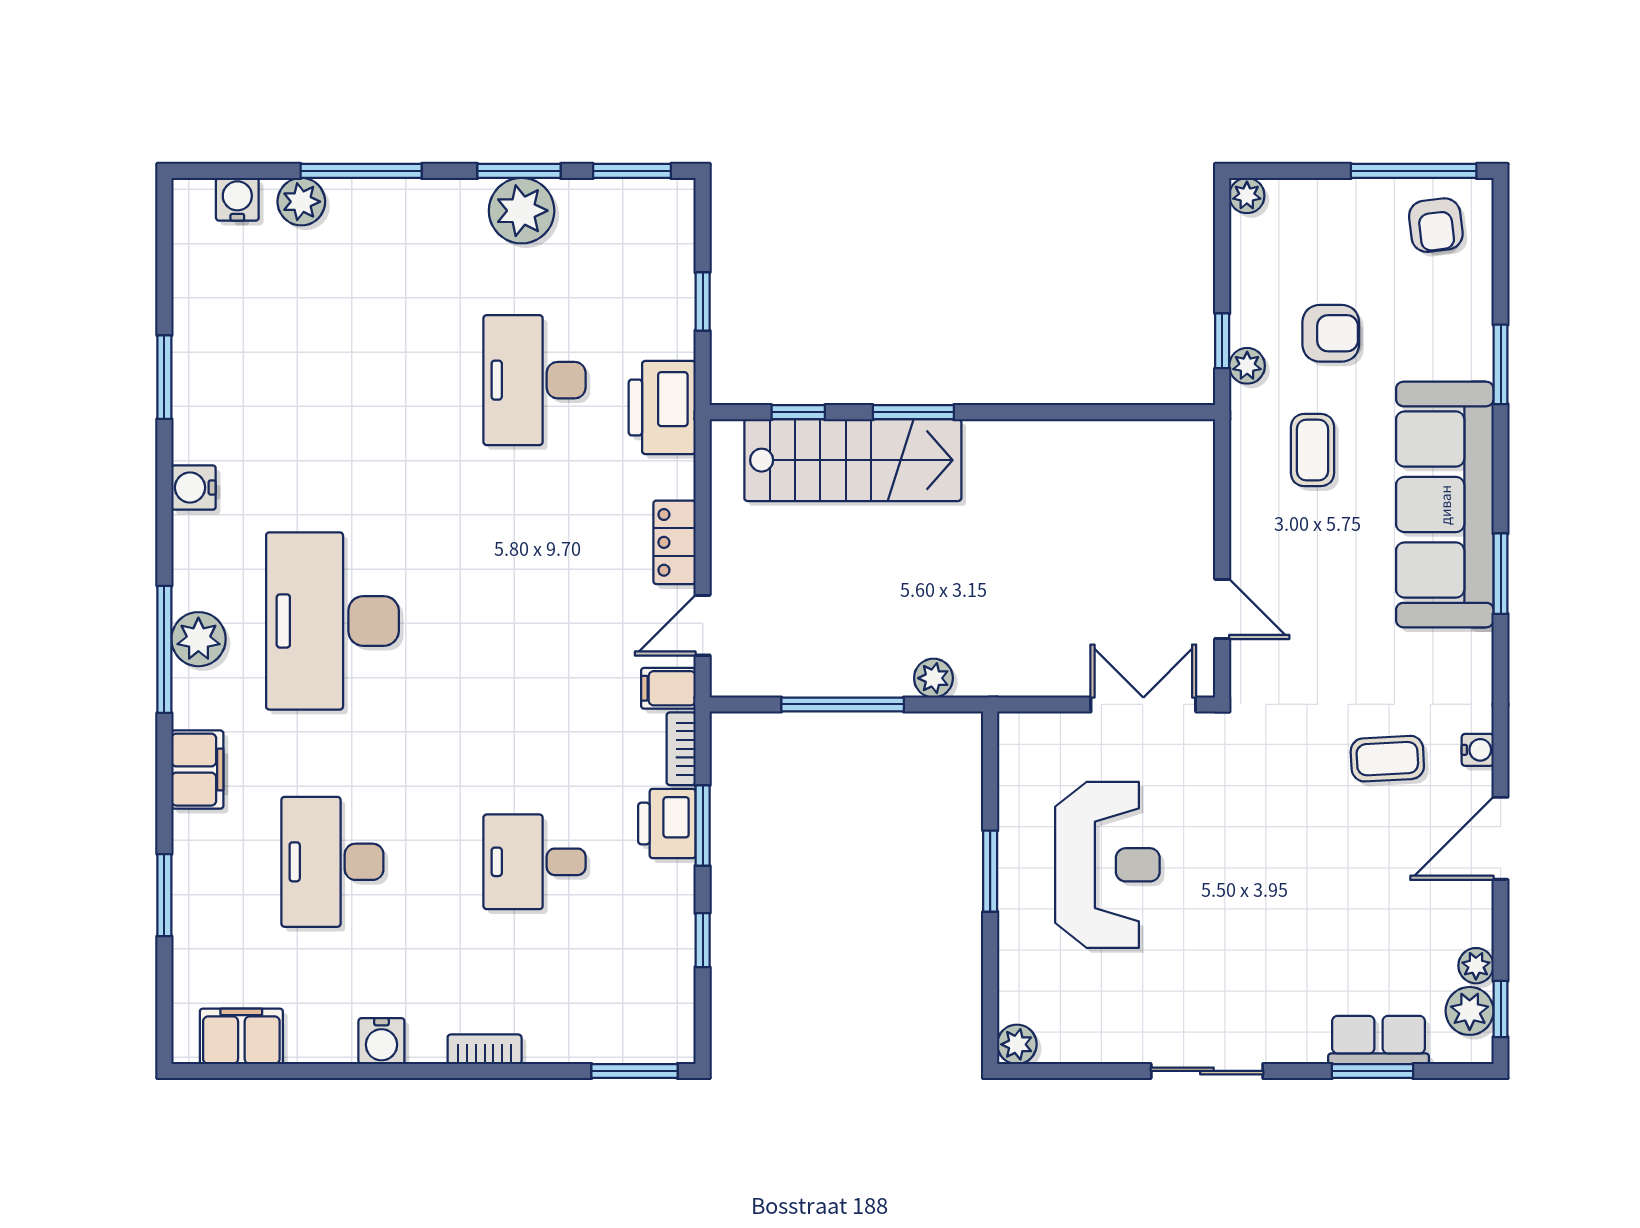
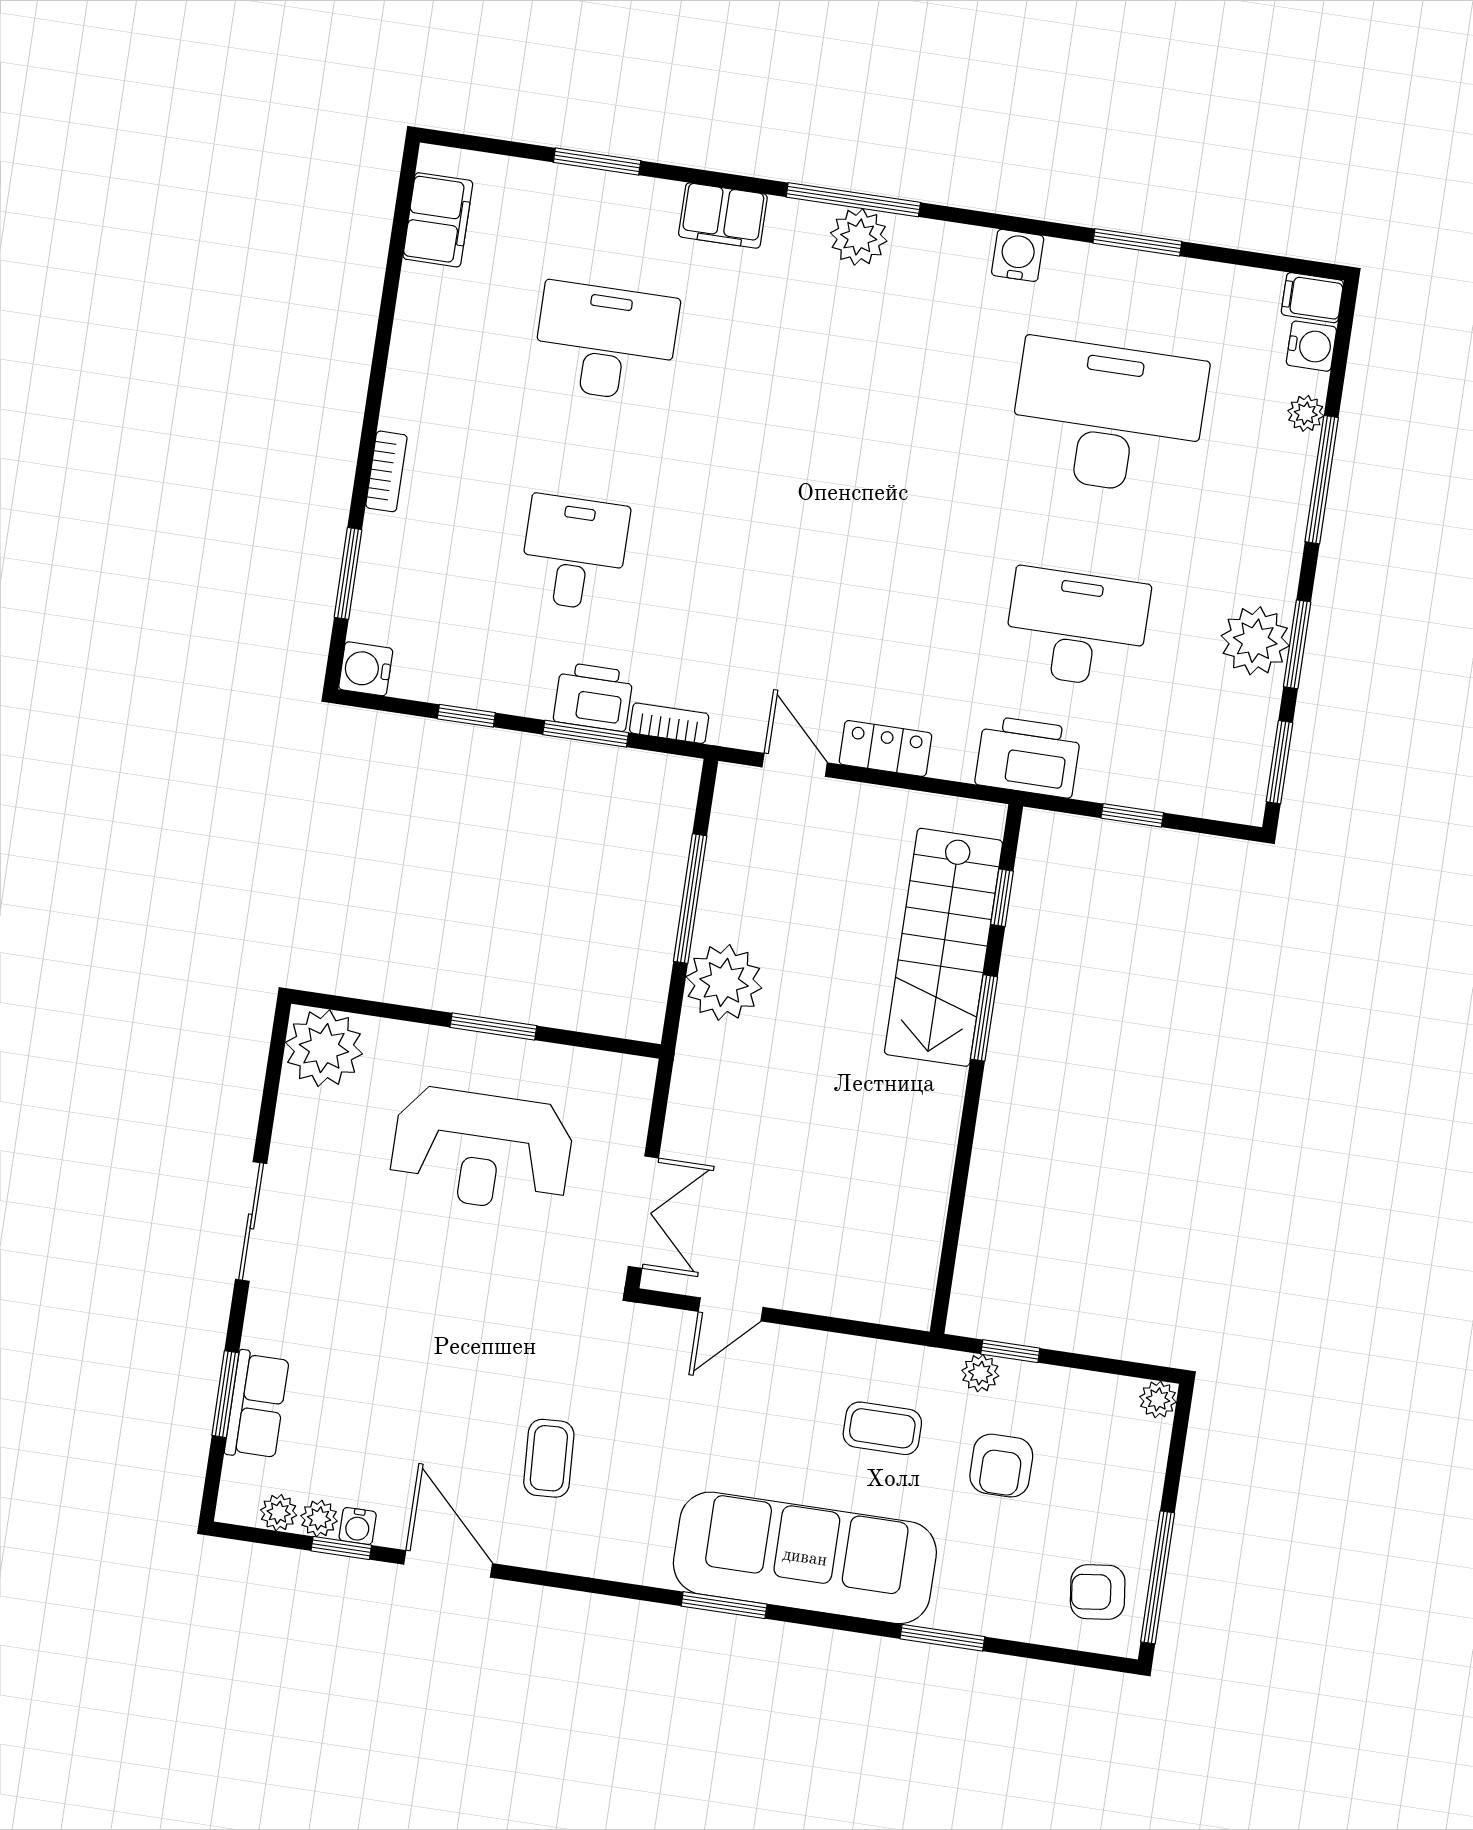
plant: (301, 202) -> (1306, 413), width x0.73, depth x0.73
desk: (332, 621) -> (1108, 417), moved
plant: (933, 678) -> (724, 982), width x1.88, depth x1.88
filing cabinet: (668, 688) -> (1312, 298), moved, turned -90
water cooler: (1478, 750) -> (358, 1526), moved
window: (1501, 1009) -> (341, 1548), moved
plant: (1470, 1011) -> (279, 1513), width x0.73, depth x0.73
water cooler: (381, 1041) -> (366, 669), moved
plant: (1017, 1044) -> (324, 1048), width x1.88, depth x1.88
window: (635, 1071) -> (348, 573), moved

